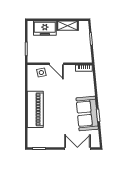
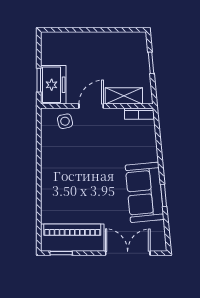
shelving: (68, 26) -> (124, 96), moved
freezer: (45, 28) -> (53, 85), moved, turned -90
door: (56, 64) -> (91, 106), swing flipped
piano: (35, 109) -> (72, 238), moved, turned -90

